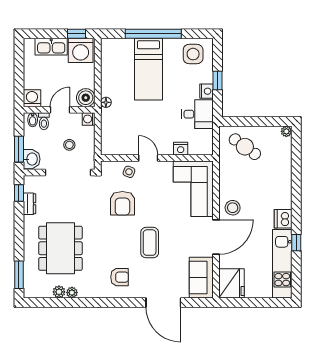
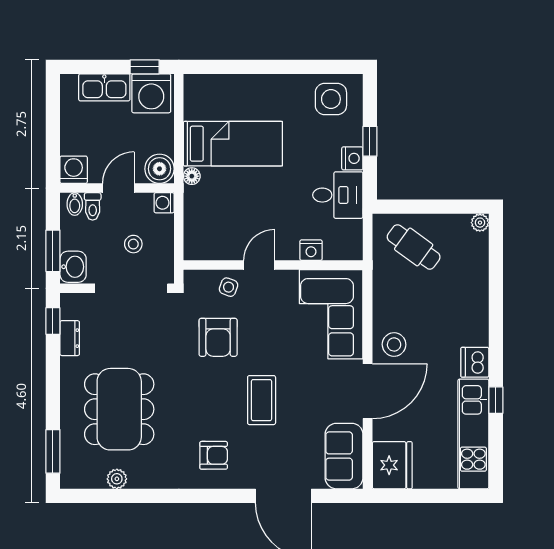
window: (153, 34) -> (267, 67), removed
bed: (148, 69) -> (233, 144), moved, turned -90
door: (148, 158) -> (259, 265), hinge flipped
plant: (72, 293) -> (138, 480), removed

